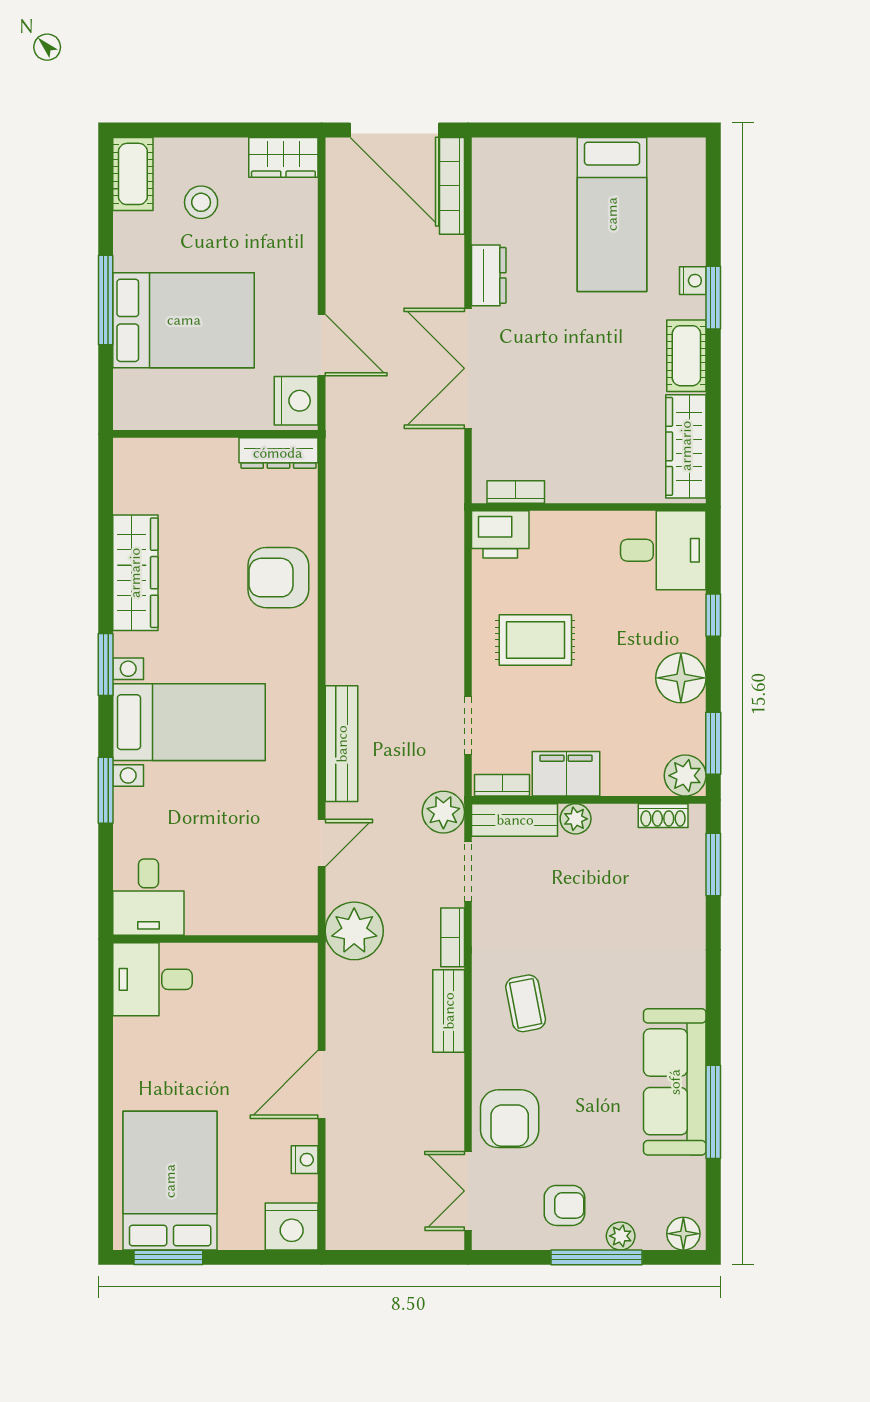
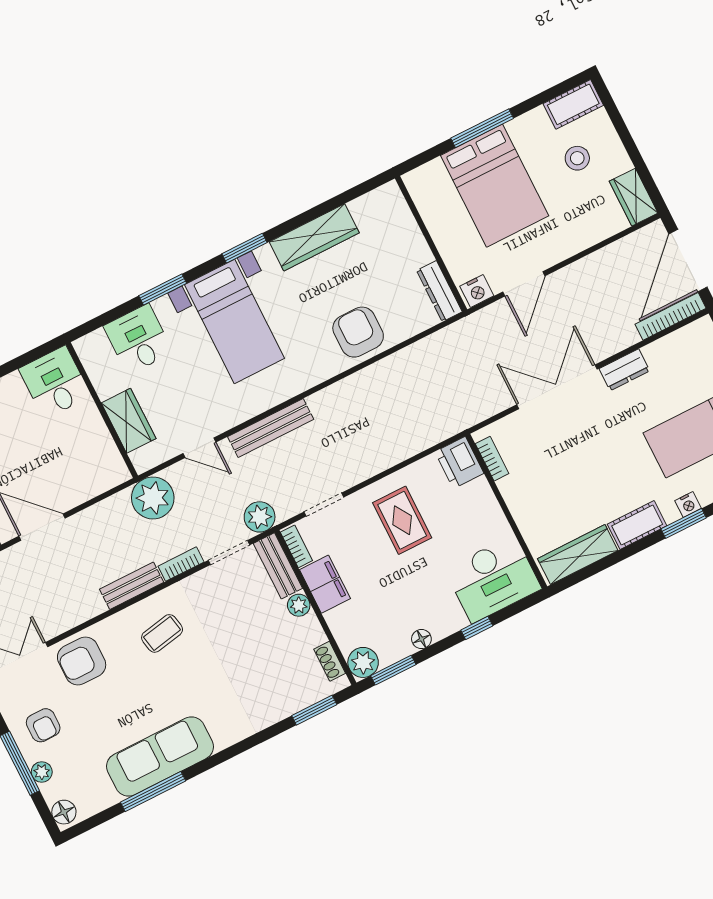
nightstand: (296, 401) -> (477, 291), width x0.74, depth x0.75
desk: (663, 550) -> (493, 579), width x1.37
floor lamp: (681, 678) -> (421, 639), width x0.53, depth x0.53
desk: (148, 897) -> (138, 339), moved, turned 90
wardrobe: (245, 913) -> (129, 421), added

